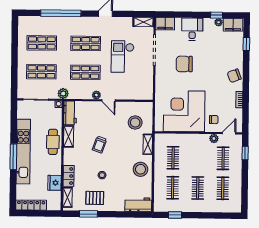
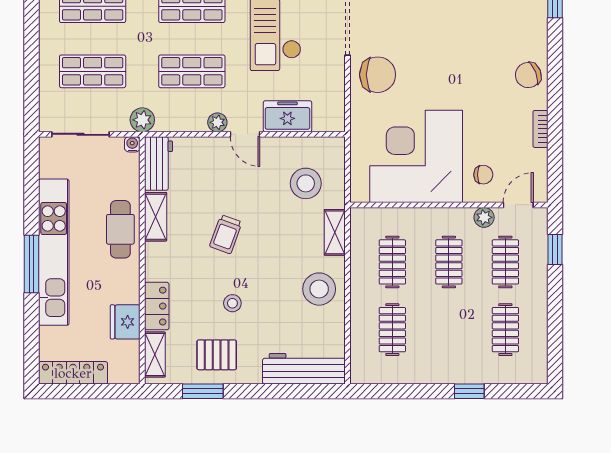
chair: (184, 64) -> (378, 75), moved, turned 180
freezer: (127, 93) -> (287, 116), added
clothes rail: (198, 188) -> (449, 262), moved
workbench: (138, 205) -> (304, 369), width x1.38
window: (175, 215) -> (469, 391), moved

